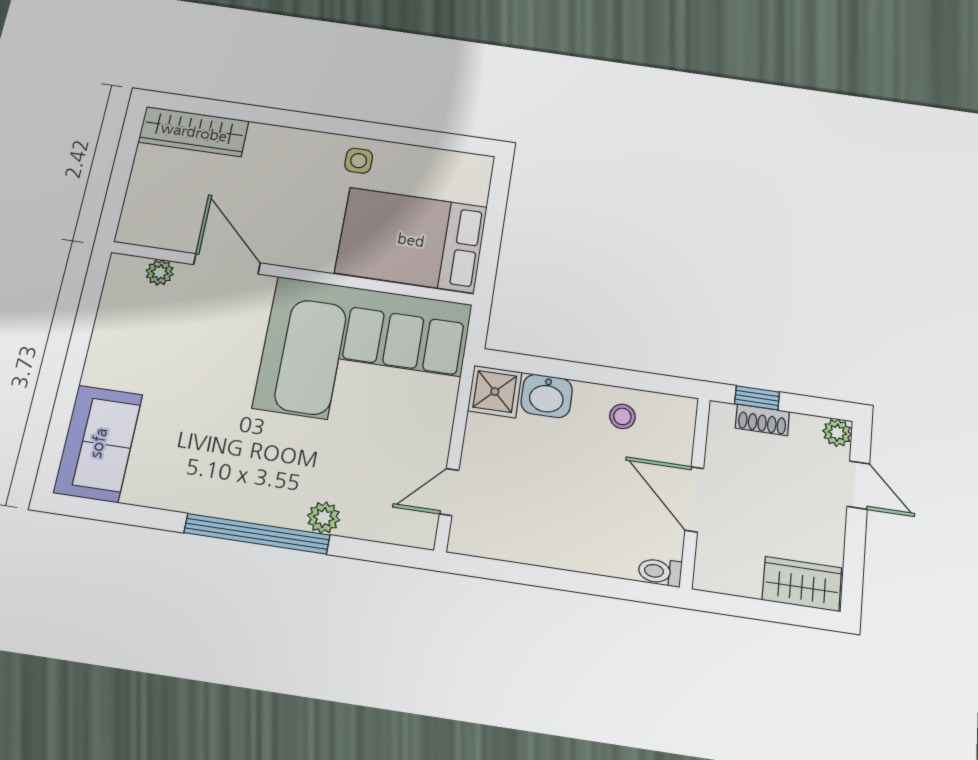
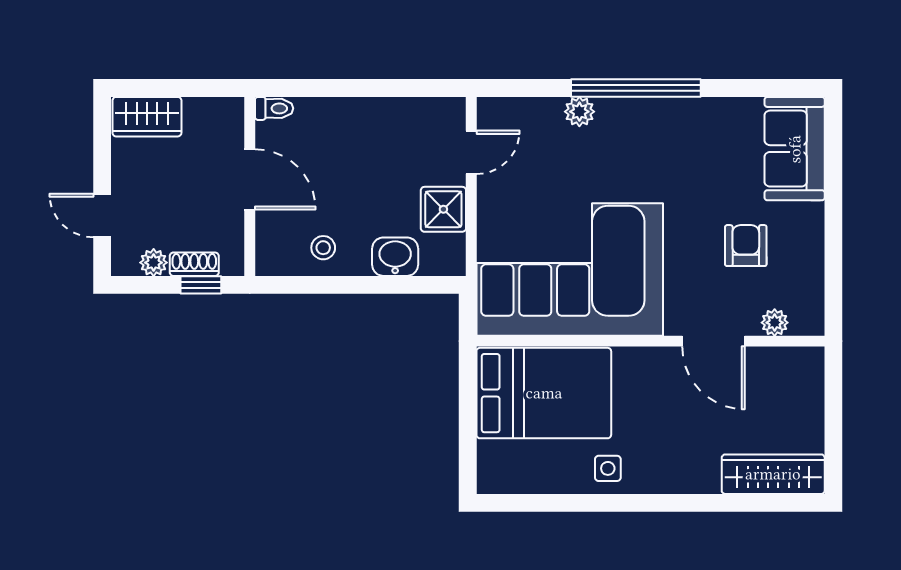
armchair: (173, 352) -> (746, 246), added
shower: (495, 392) -> (443, 209), moved
plant: (837, 433) -> (154, 263), moved

